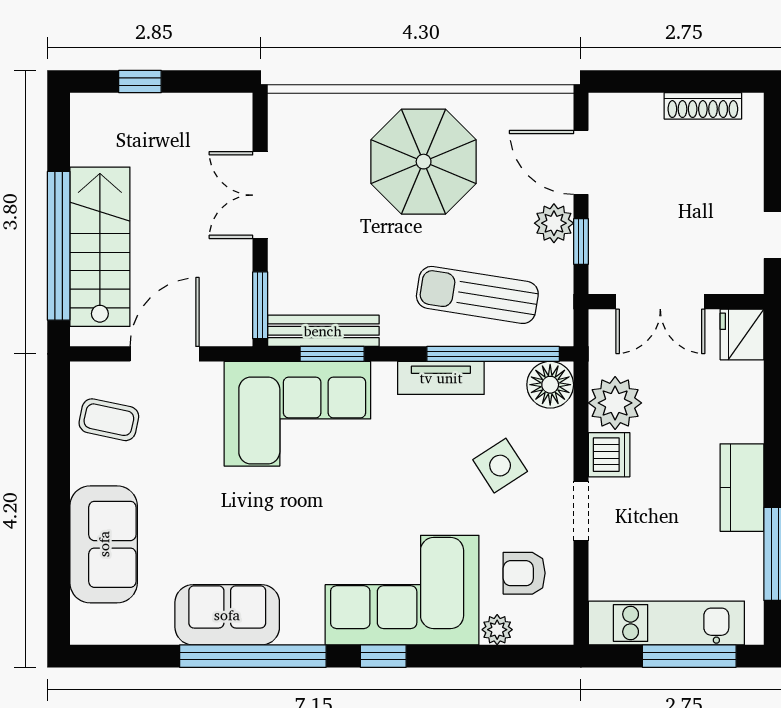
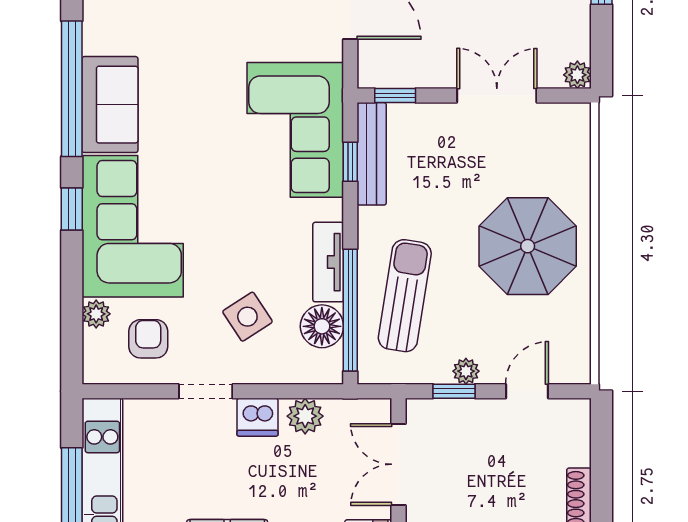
plant: (238, 108) -> (577, 75), added
door: (581, 162) -> (527, 391), width x0.73
plant: (554, 223) -> (466, 371), width x0.73, depth x0.73
window: (260, 305) -> (395, 95), width x0.67
window: (332, 354) -> (350, 162), width x0.67
floor lamp: (550, 385) -> (322, 326), moved
plant: (615, 403) -> (305, 416), width x0.73, depth x0.73
sofa: (227, 615) -> (110, 105), moved

